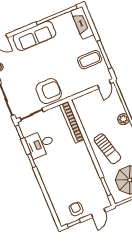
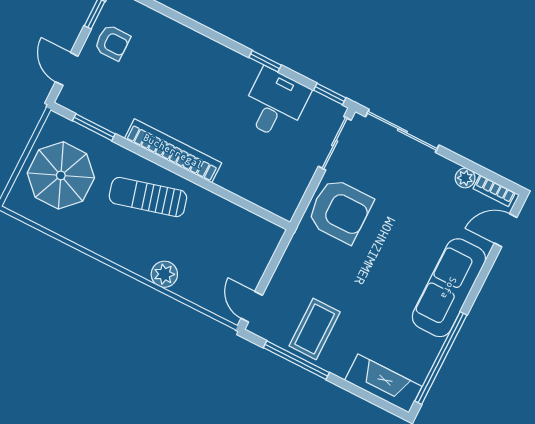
armchair: (49, 91) -> (340, 211), turned -90
bookcase: (72, 122) -> (173, 151), moved

